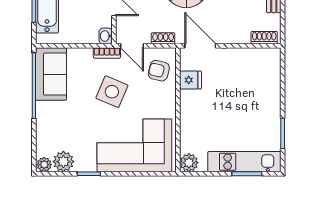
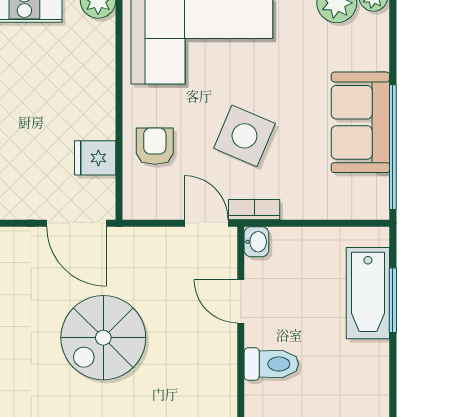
shoe rack: (163, 38) -> (147, 237), removed
armchair: (159, 71) -> (155, 146), moved, turned -103
sofa: (51, 74) -> (360, 122), moved

